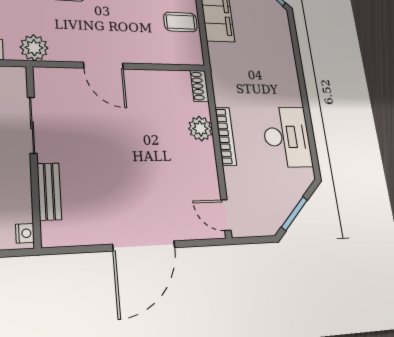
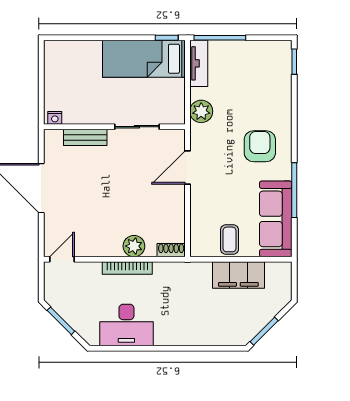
sliding door: (32, 125) -> (137, 127), moved
wall: (33, 154) -> (114, 127), moved
bench: (49, 191) -> (85, 137), moved
nightstand: (25, 233) -> (55, 118), moved

